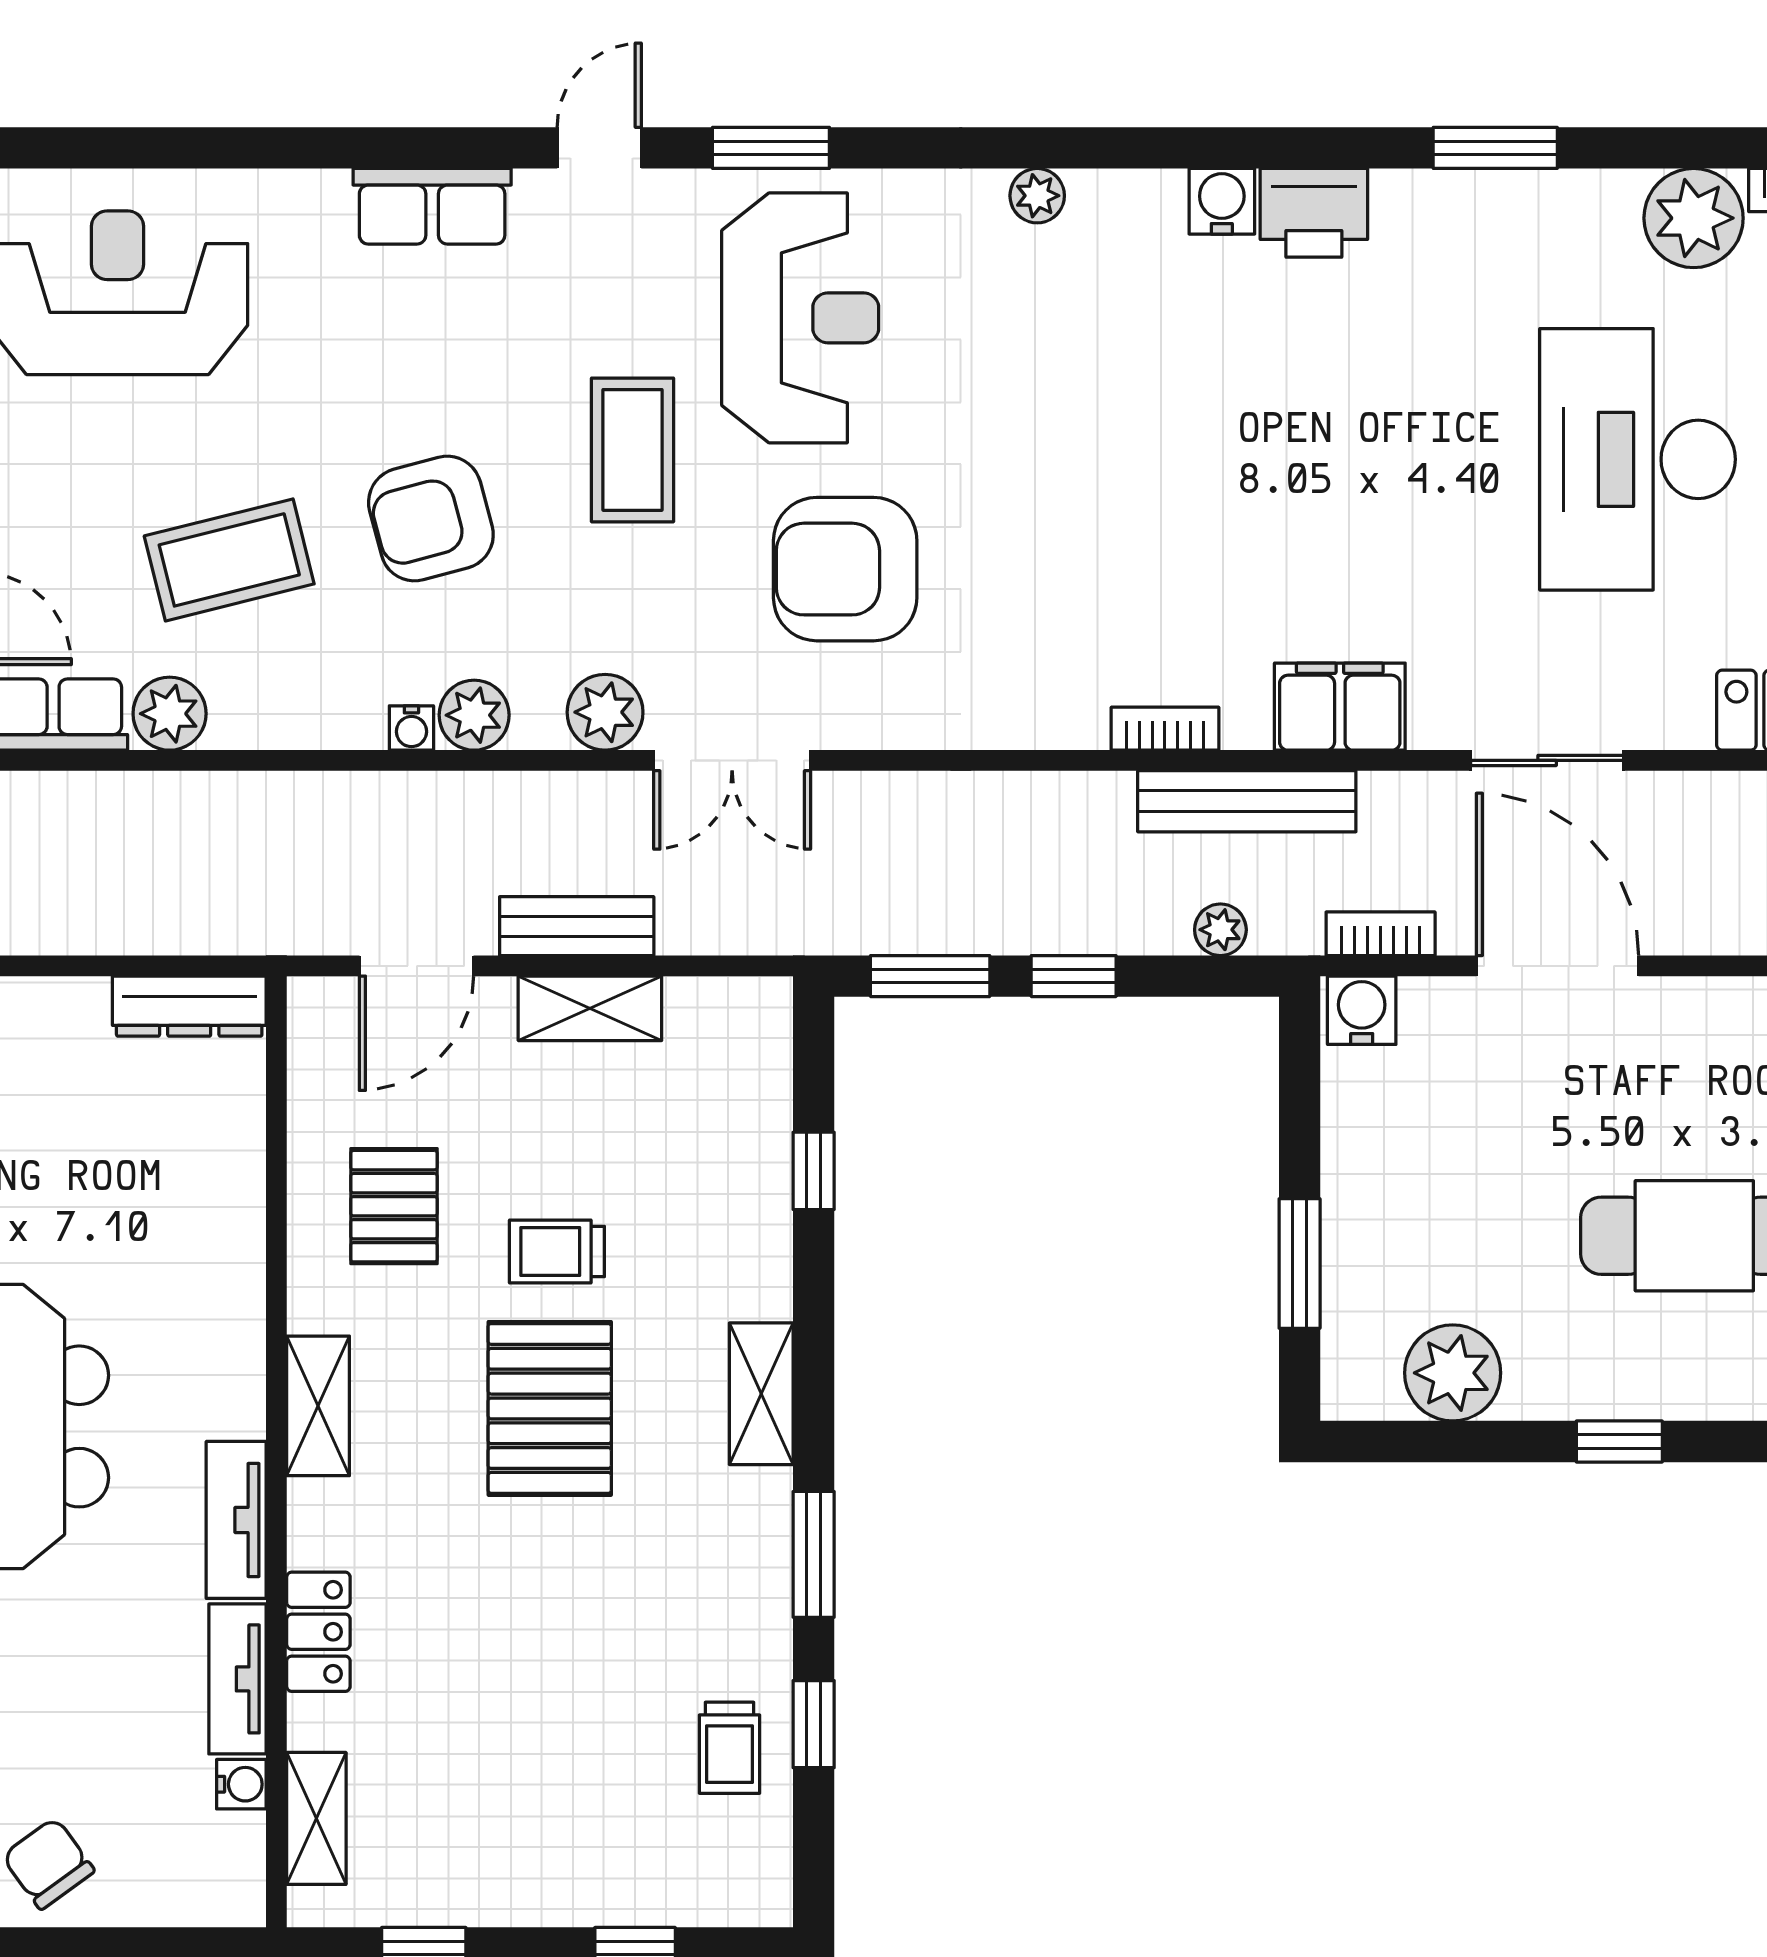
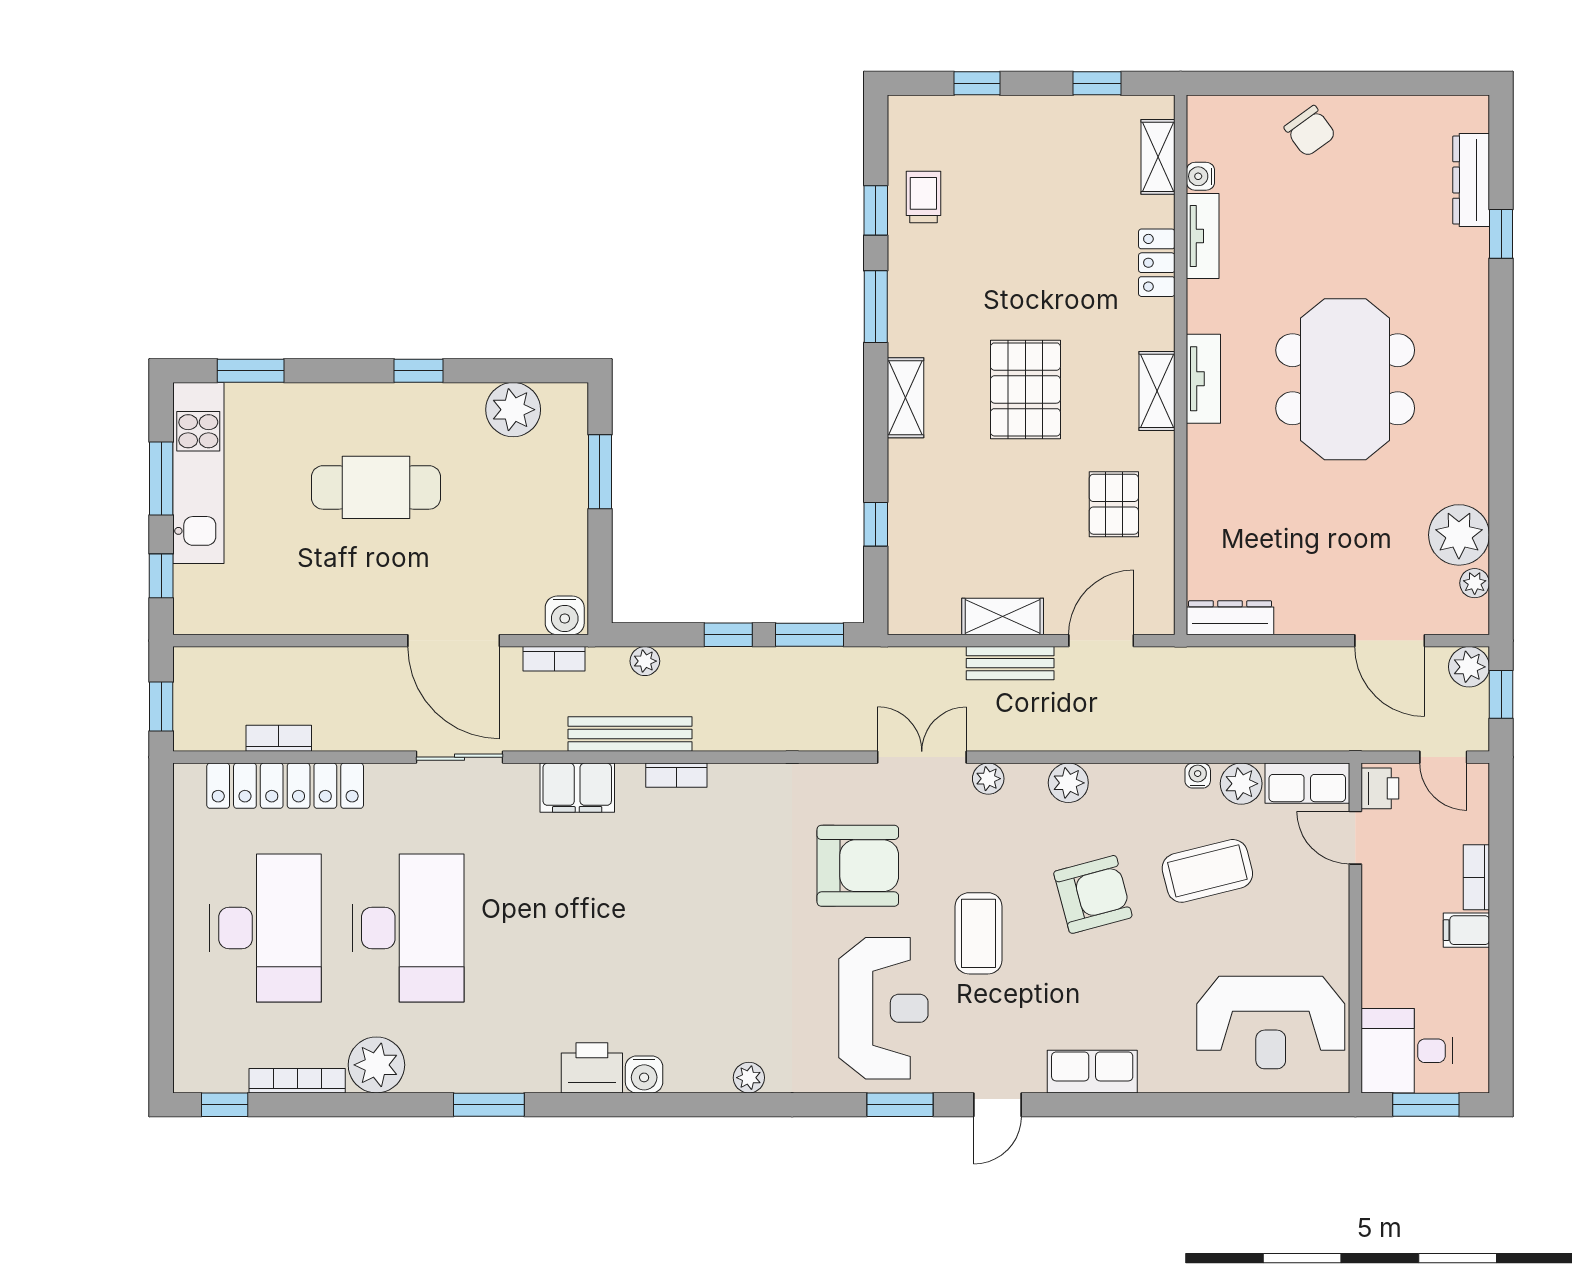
reception desk: (800, 318) -> (883, 1008), turned 180
plant: (605, 712) -> (988, 779), width x0.73, depth x0.73
water cooler: (411, 728) -> (1198, 776), moved
trolley: (557, 1252) -> (1021, 479), removed
tv unit: (236, 1520) -> (1203, 379), moved

